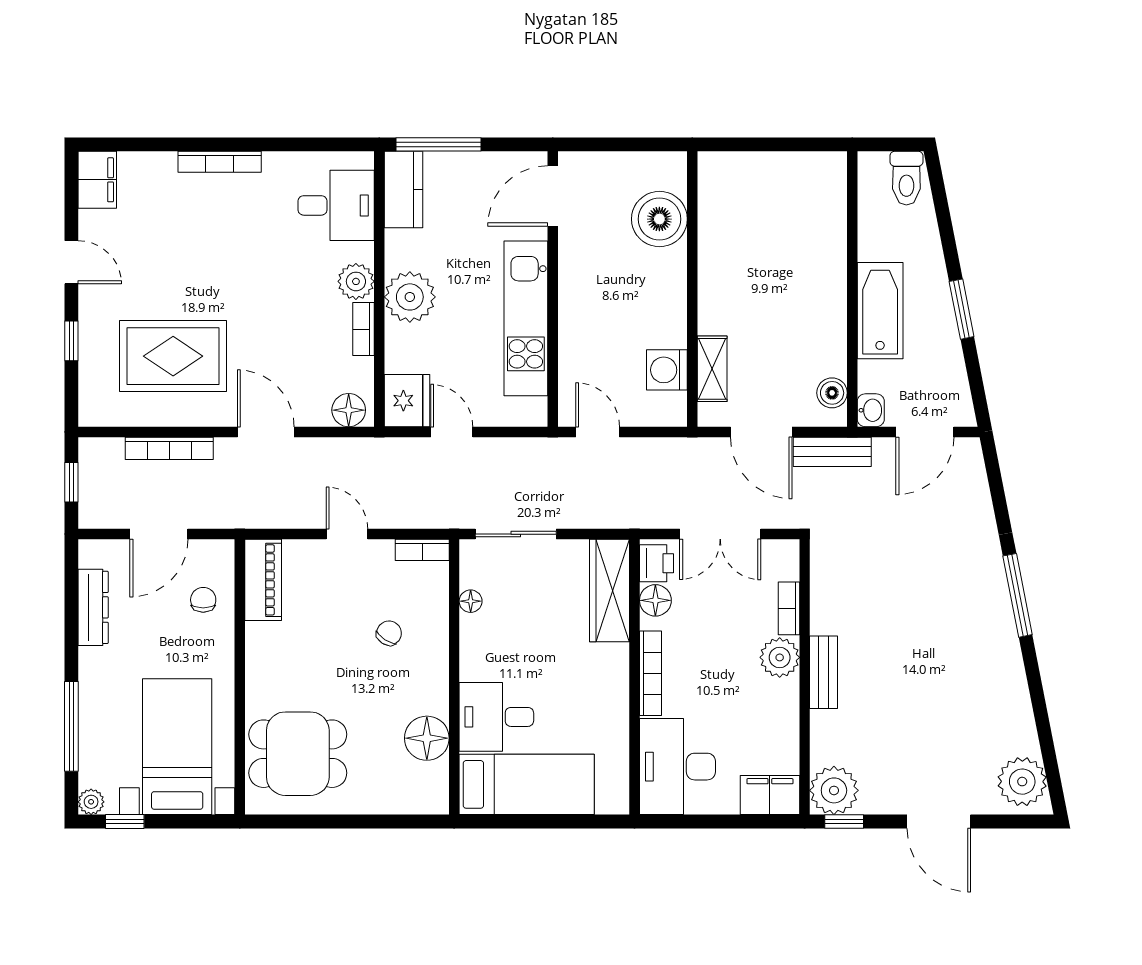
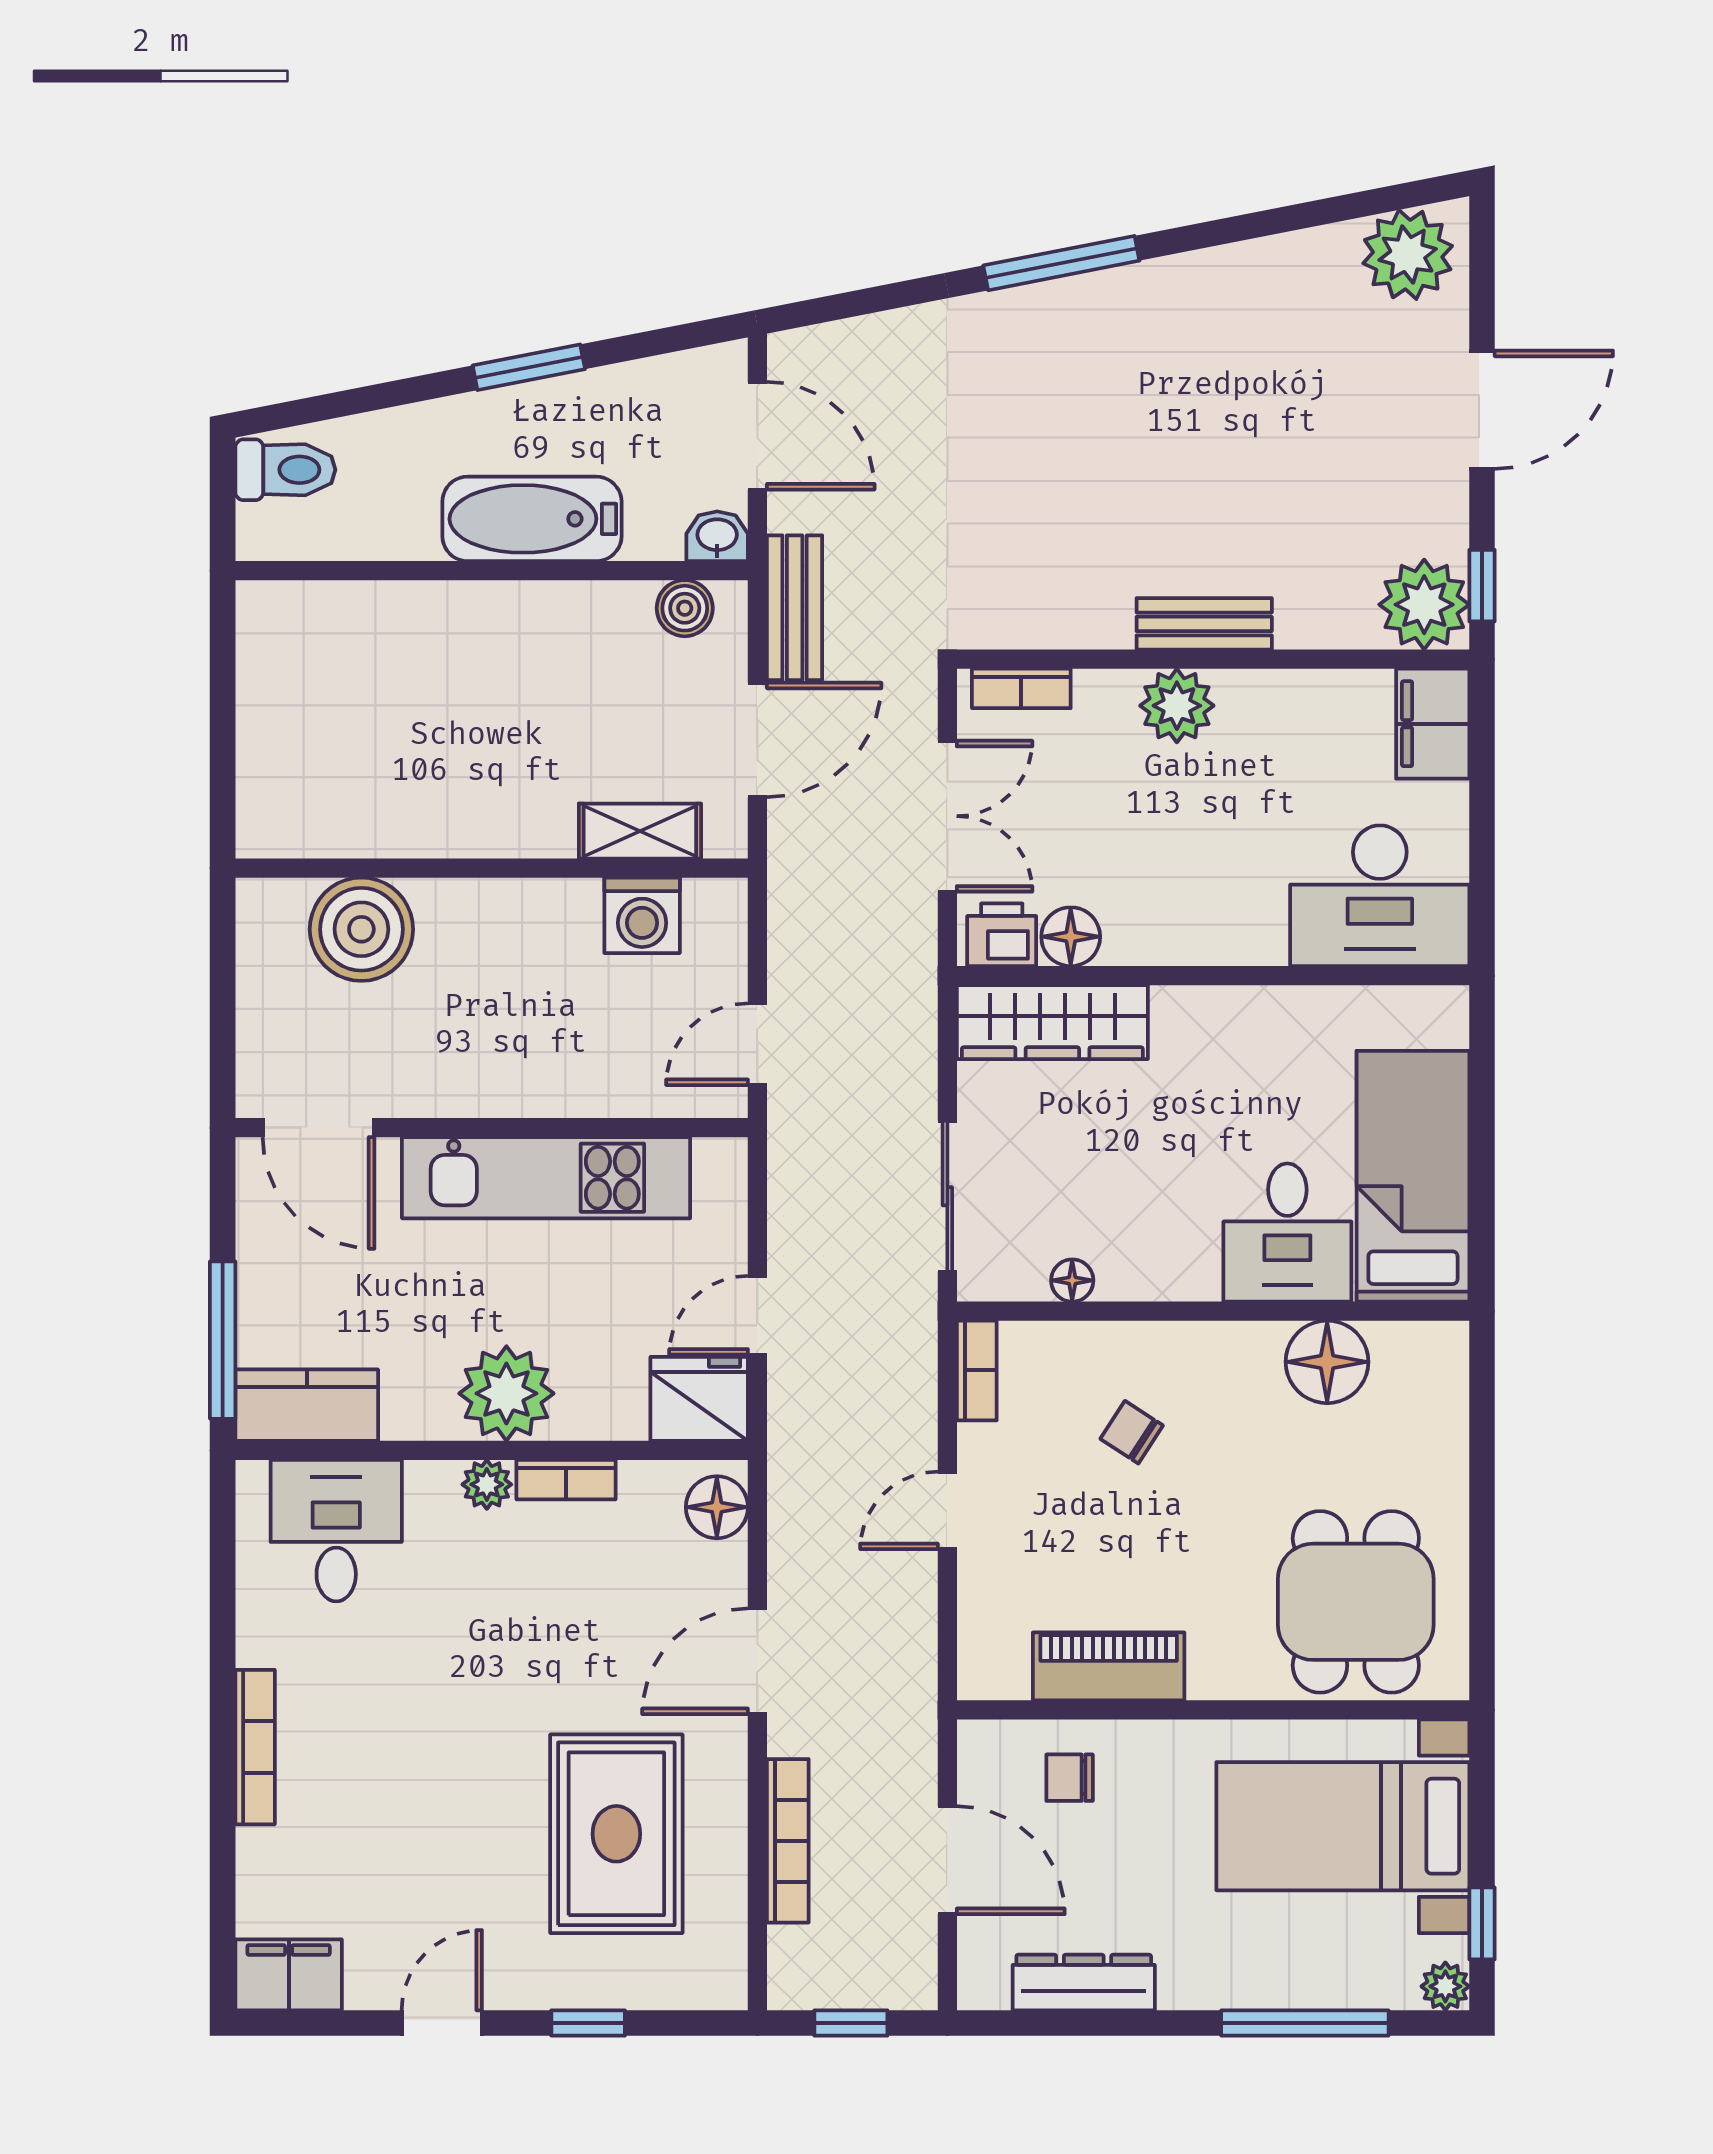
plant: (356, 281) -> (487, 1484), width x0.73, depth x0.73
piano: (263, 580) -> (1109, 1666), moved
bookcase: (789, 608) -> (1021, 688), moved
bookcase: (650, 673) -> (1206, 946), removed

